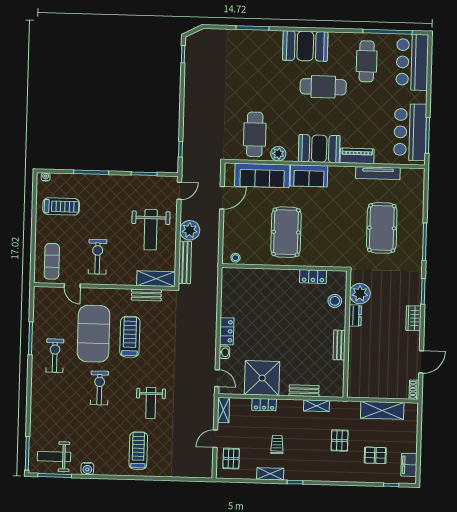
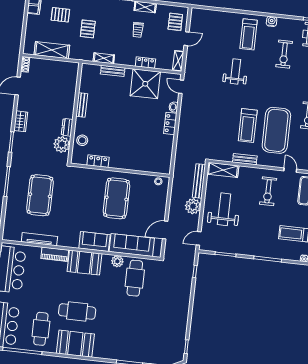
booth: (305, 46) -> (75, 344), moved
bench: (146, 295) -> (245, 159), moved
exercise bike: (99, 388) -> (284, 54), moved
water cooler: (87, 469) -> (272, 21), moved

